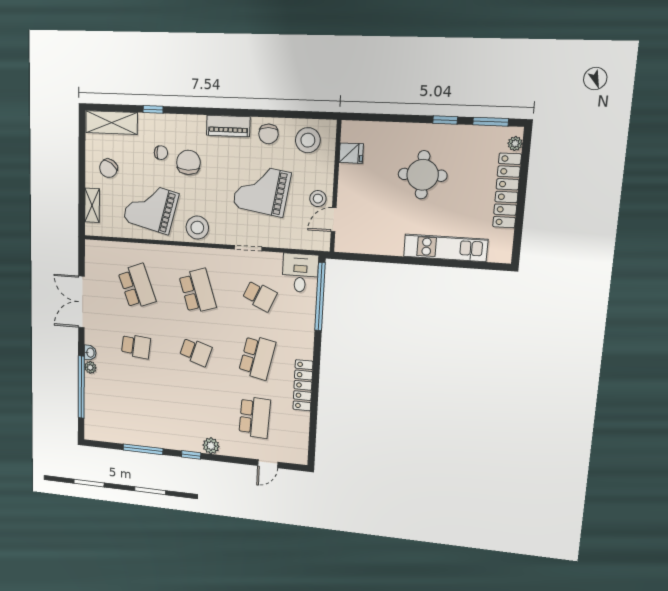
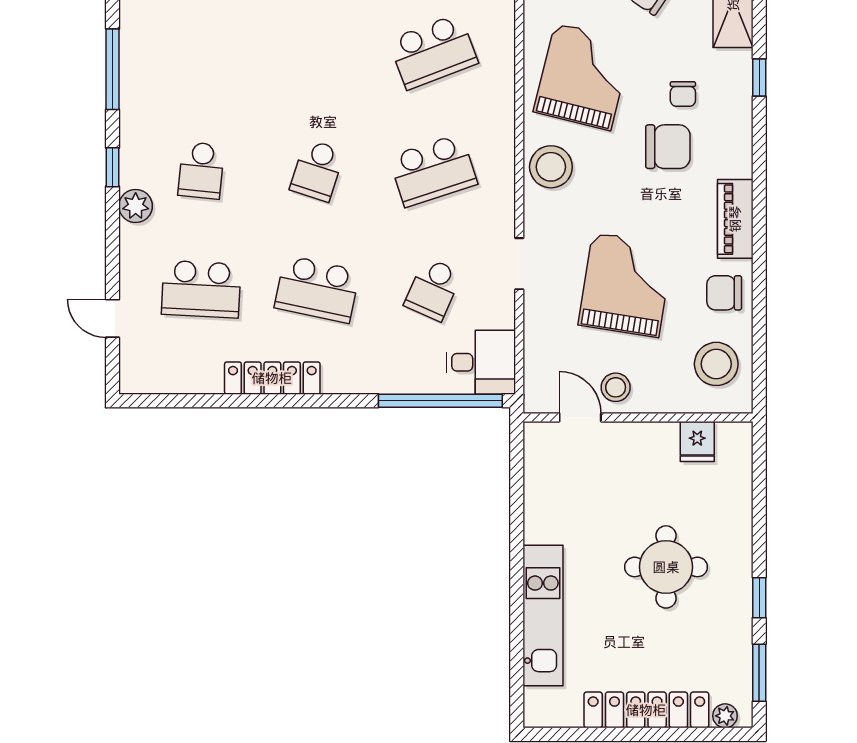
school desk: (136, 346) -> (201, 170), moved

